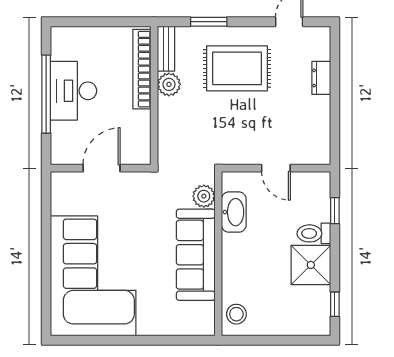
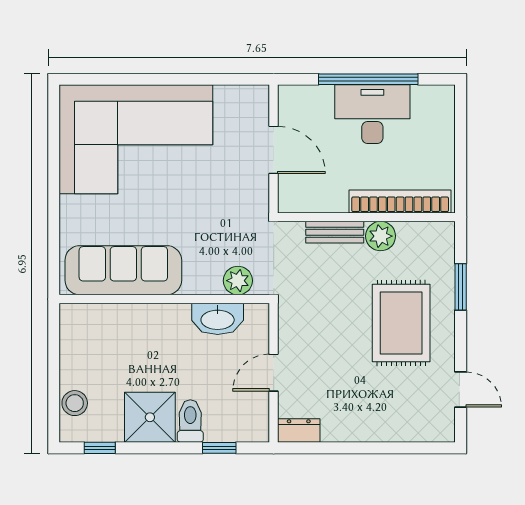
bench: (166, 49) -> (335, 232), moved
dresser: (321, 78) -> (299, 431), moved
sofa: (196, 255) -> (123, 270), moved
stool: (236, 314) -> (75, 403), moved

